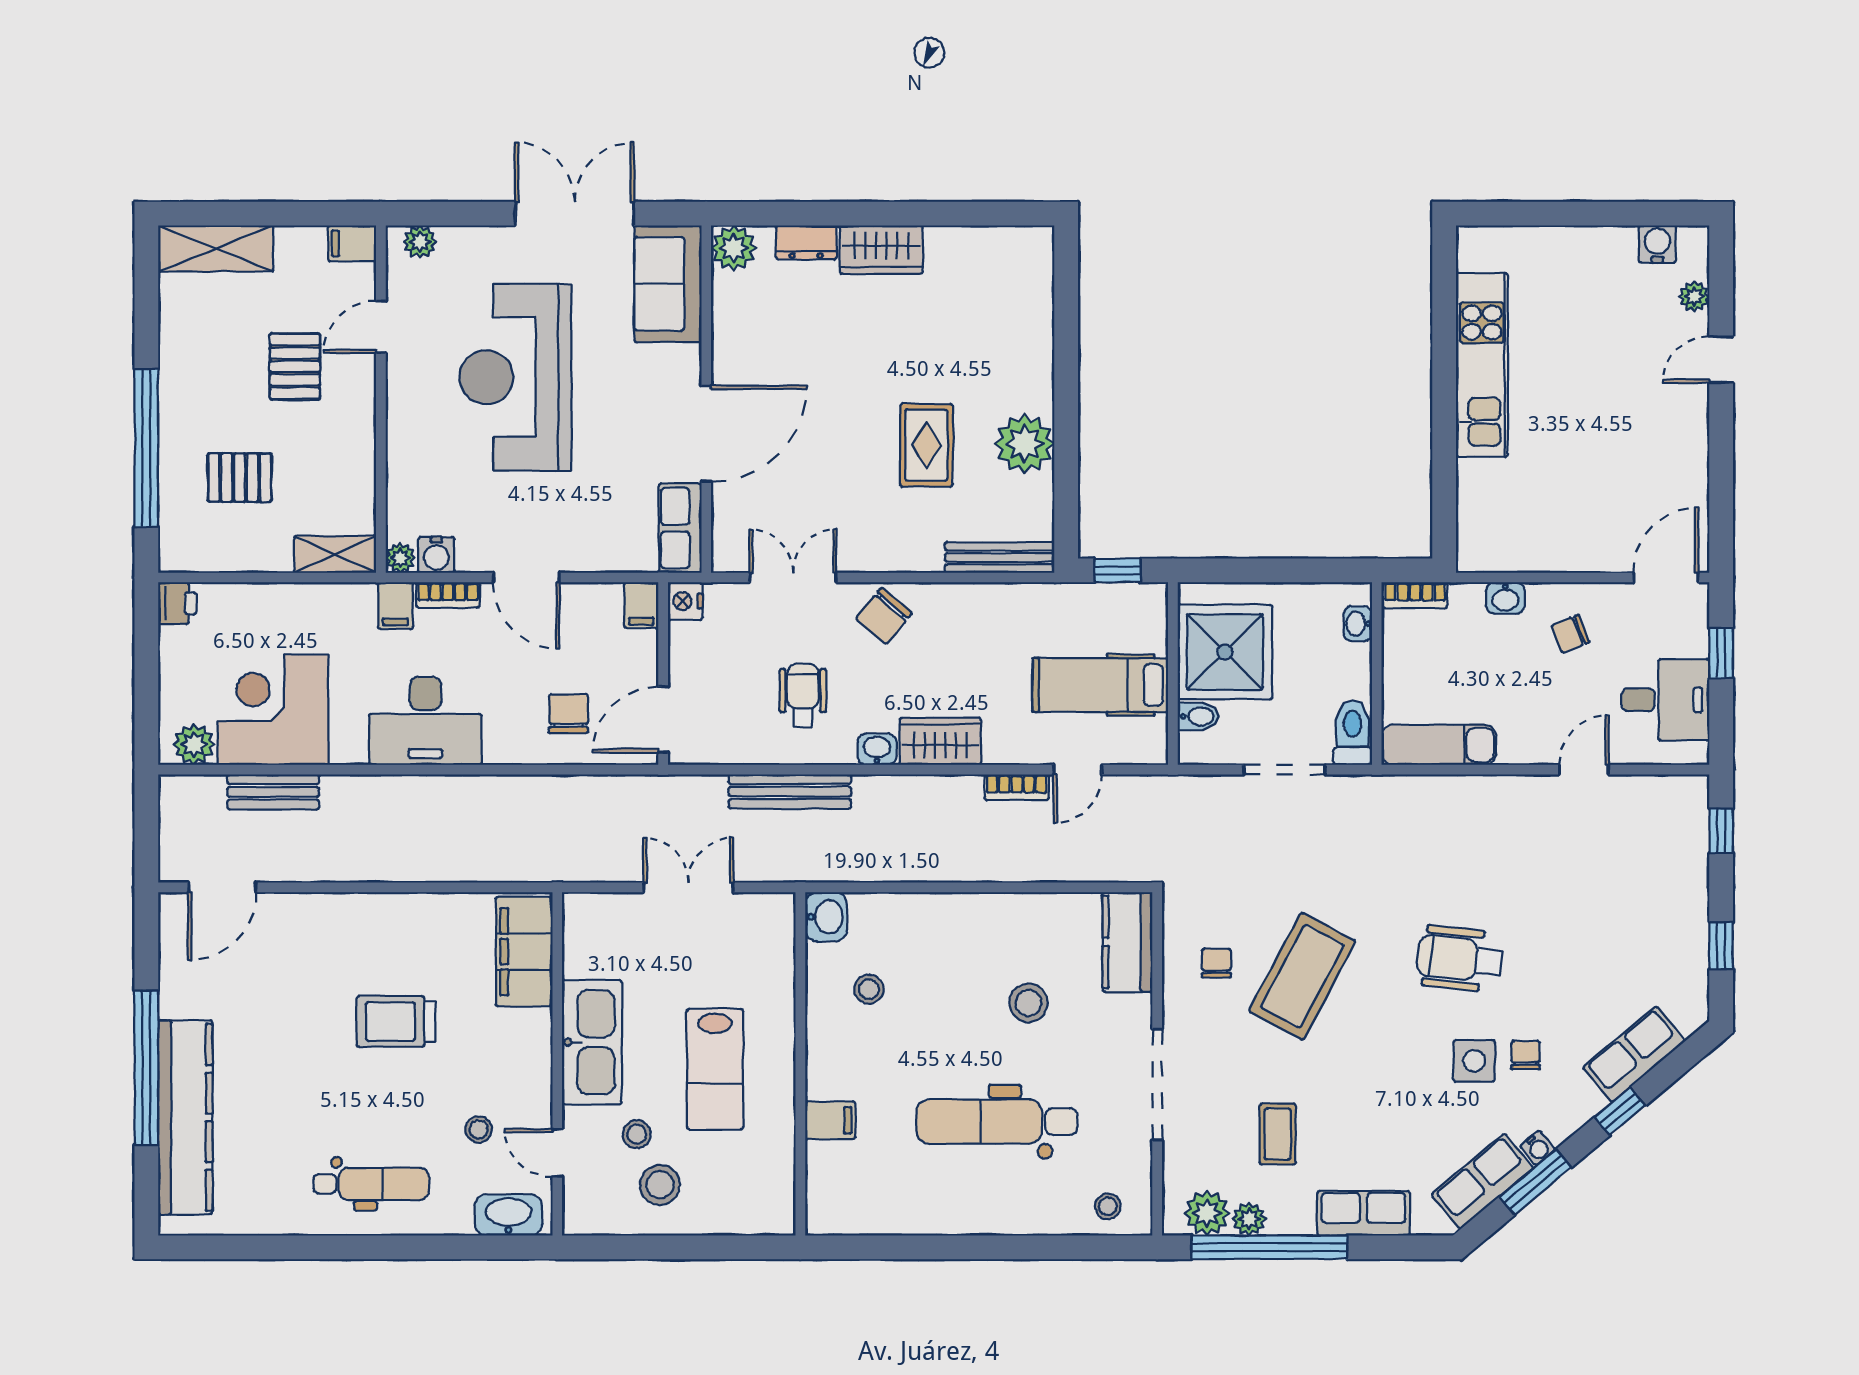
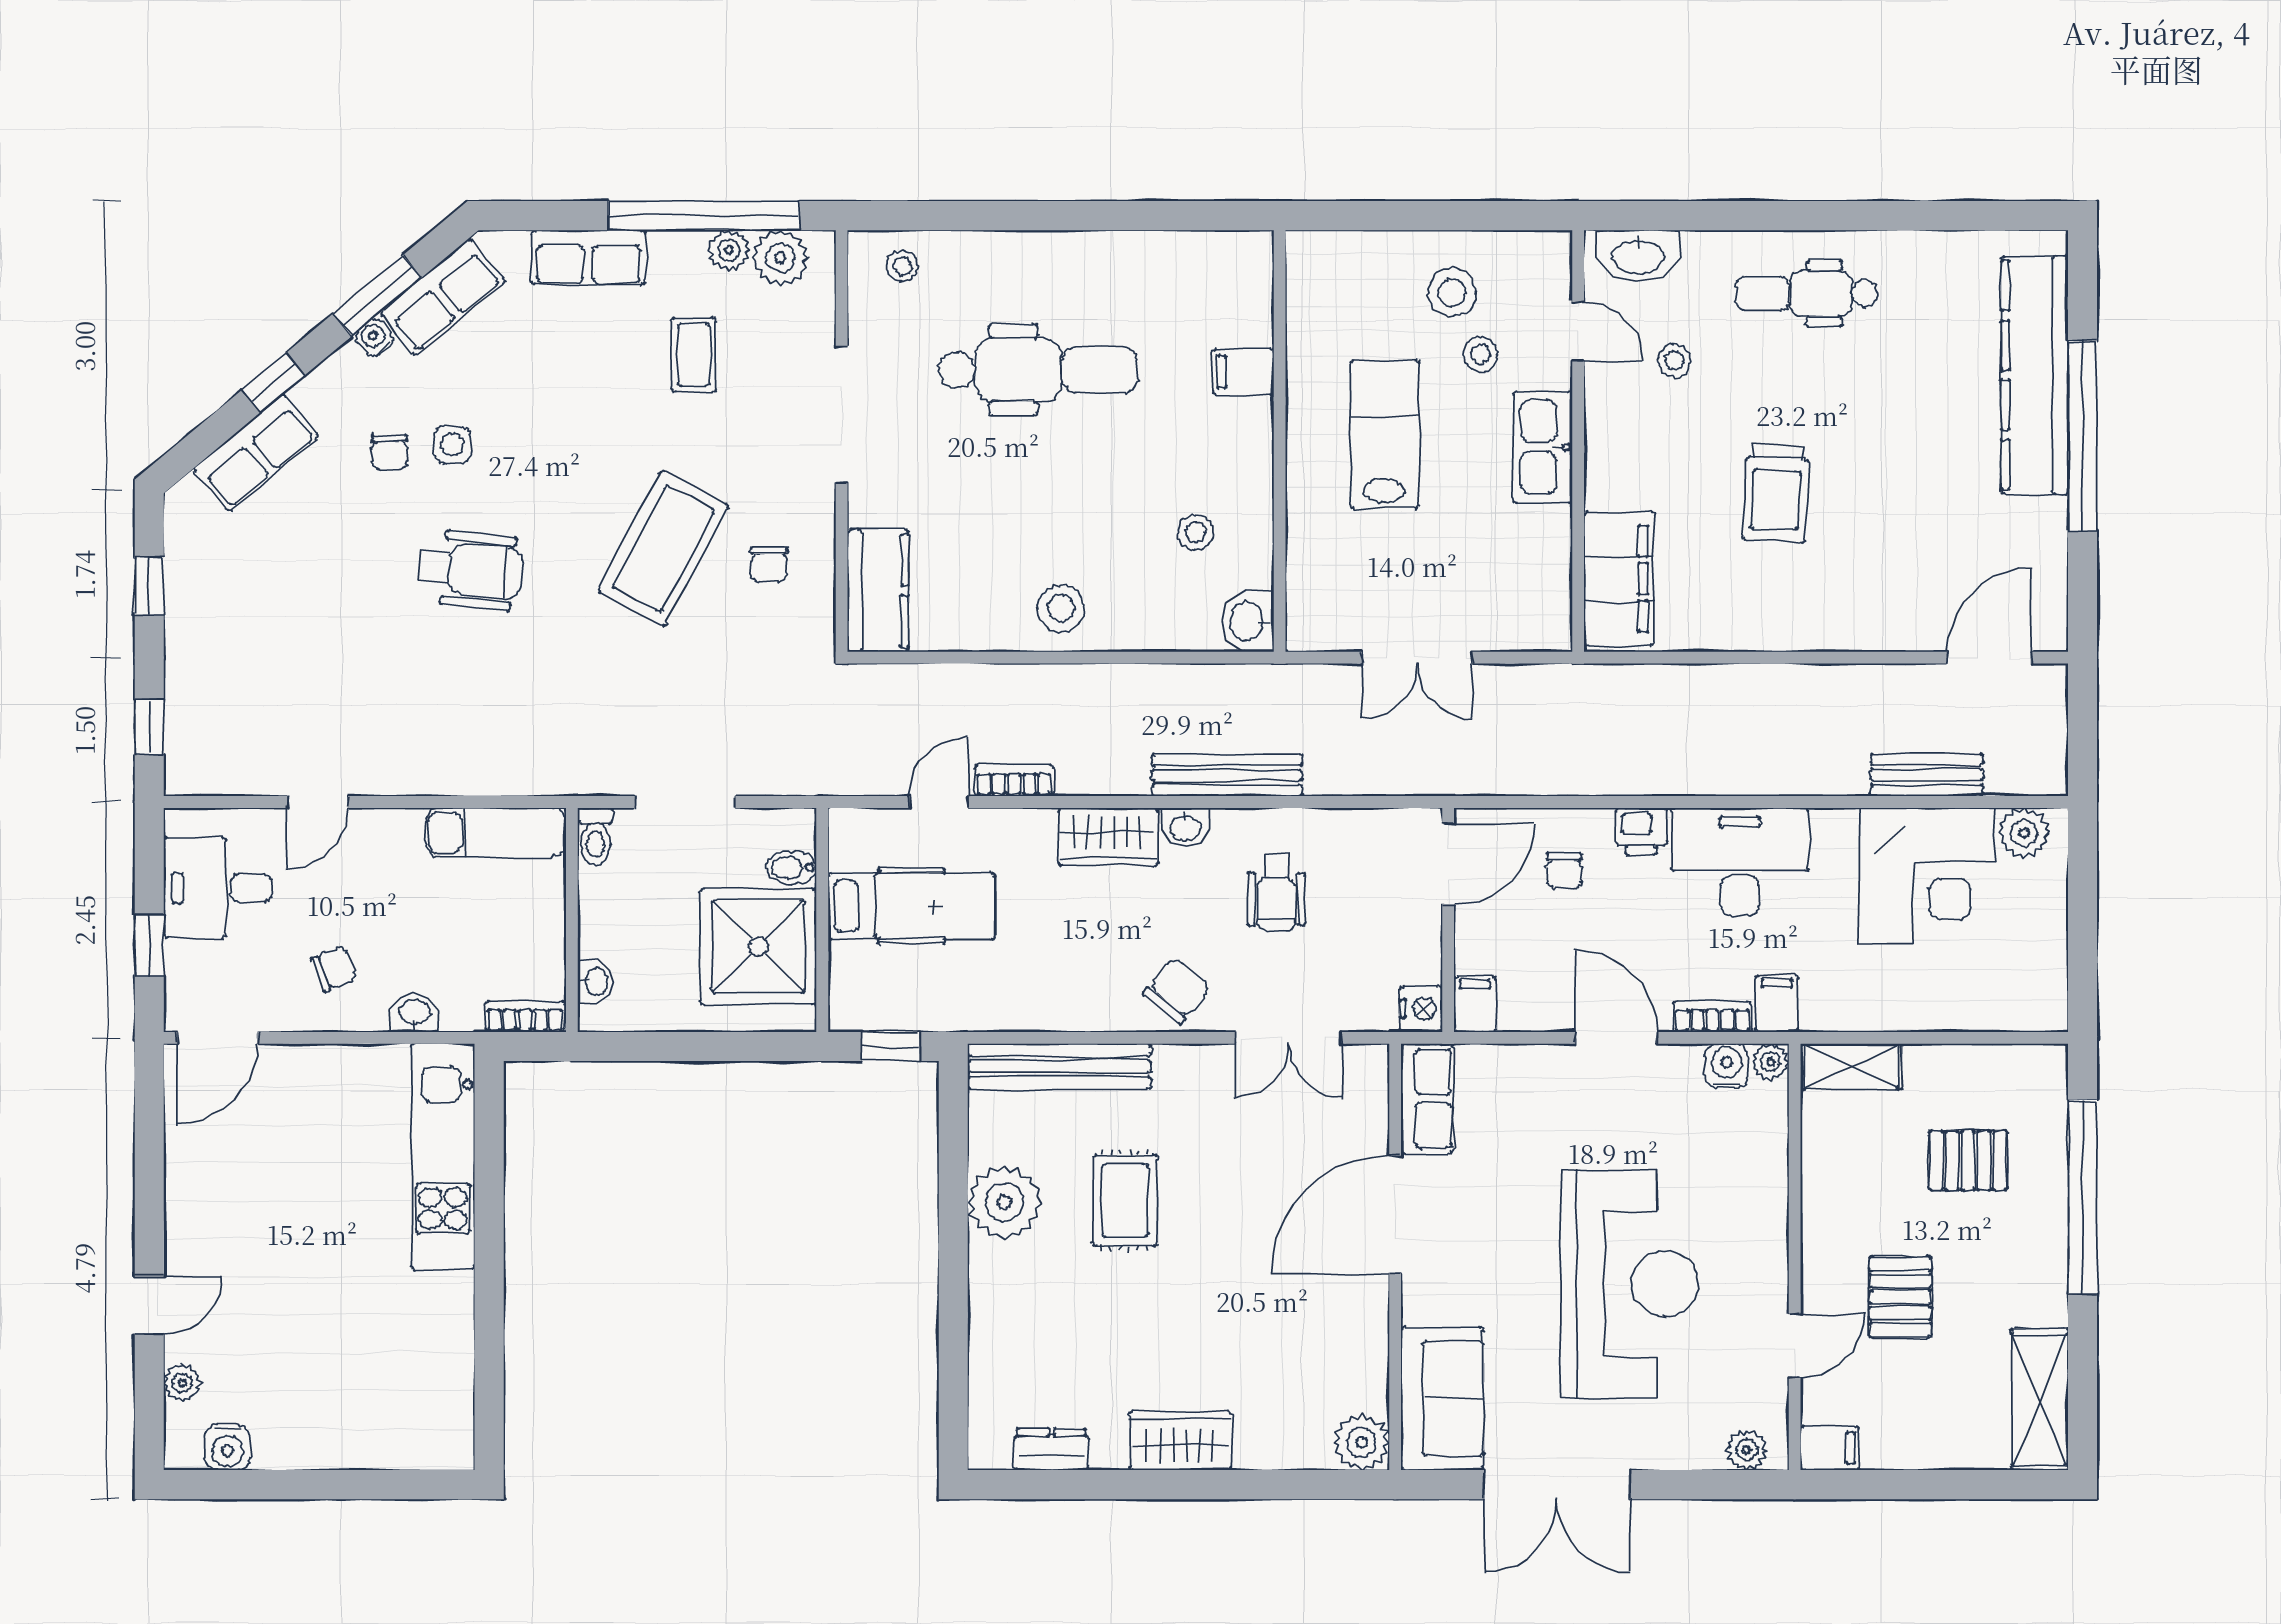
dresser: (806, 242) -> (1051, 1449), moved
shelving: (216, 248) -> (2040, 1399), moved, turned 90
kitchen unit: (1482, 365) -> (443, 1156), moved
bench: (1000, 557) -> (1060, 1067), width x1.37, depth x1.21
printer: (177, 603) -> (1641, 831), moved, turned -90
chair: (569, 714) -> (1564, 871), width x0.73, depth x0.73
toilet: (1352, 733) -> (595, 836), width x0.73, depth x0.72
bench: (790, 792) -> (1227, 775), moved
stool: (1028, 1003) -> (1061, 608), moved
trolley: (396, 1021) -> (1776, 493), turned 93
kitchen sink: (592, 1042) -> (1543, 447), width x0.73, depth x0.81
side table: (1474, 1061) -> (452, 445), width x0.73, depth x0.73

